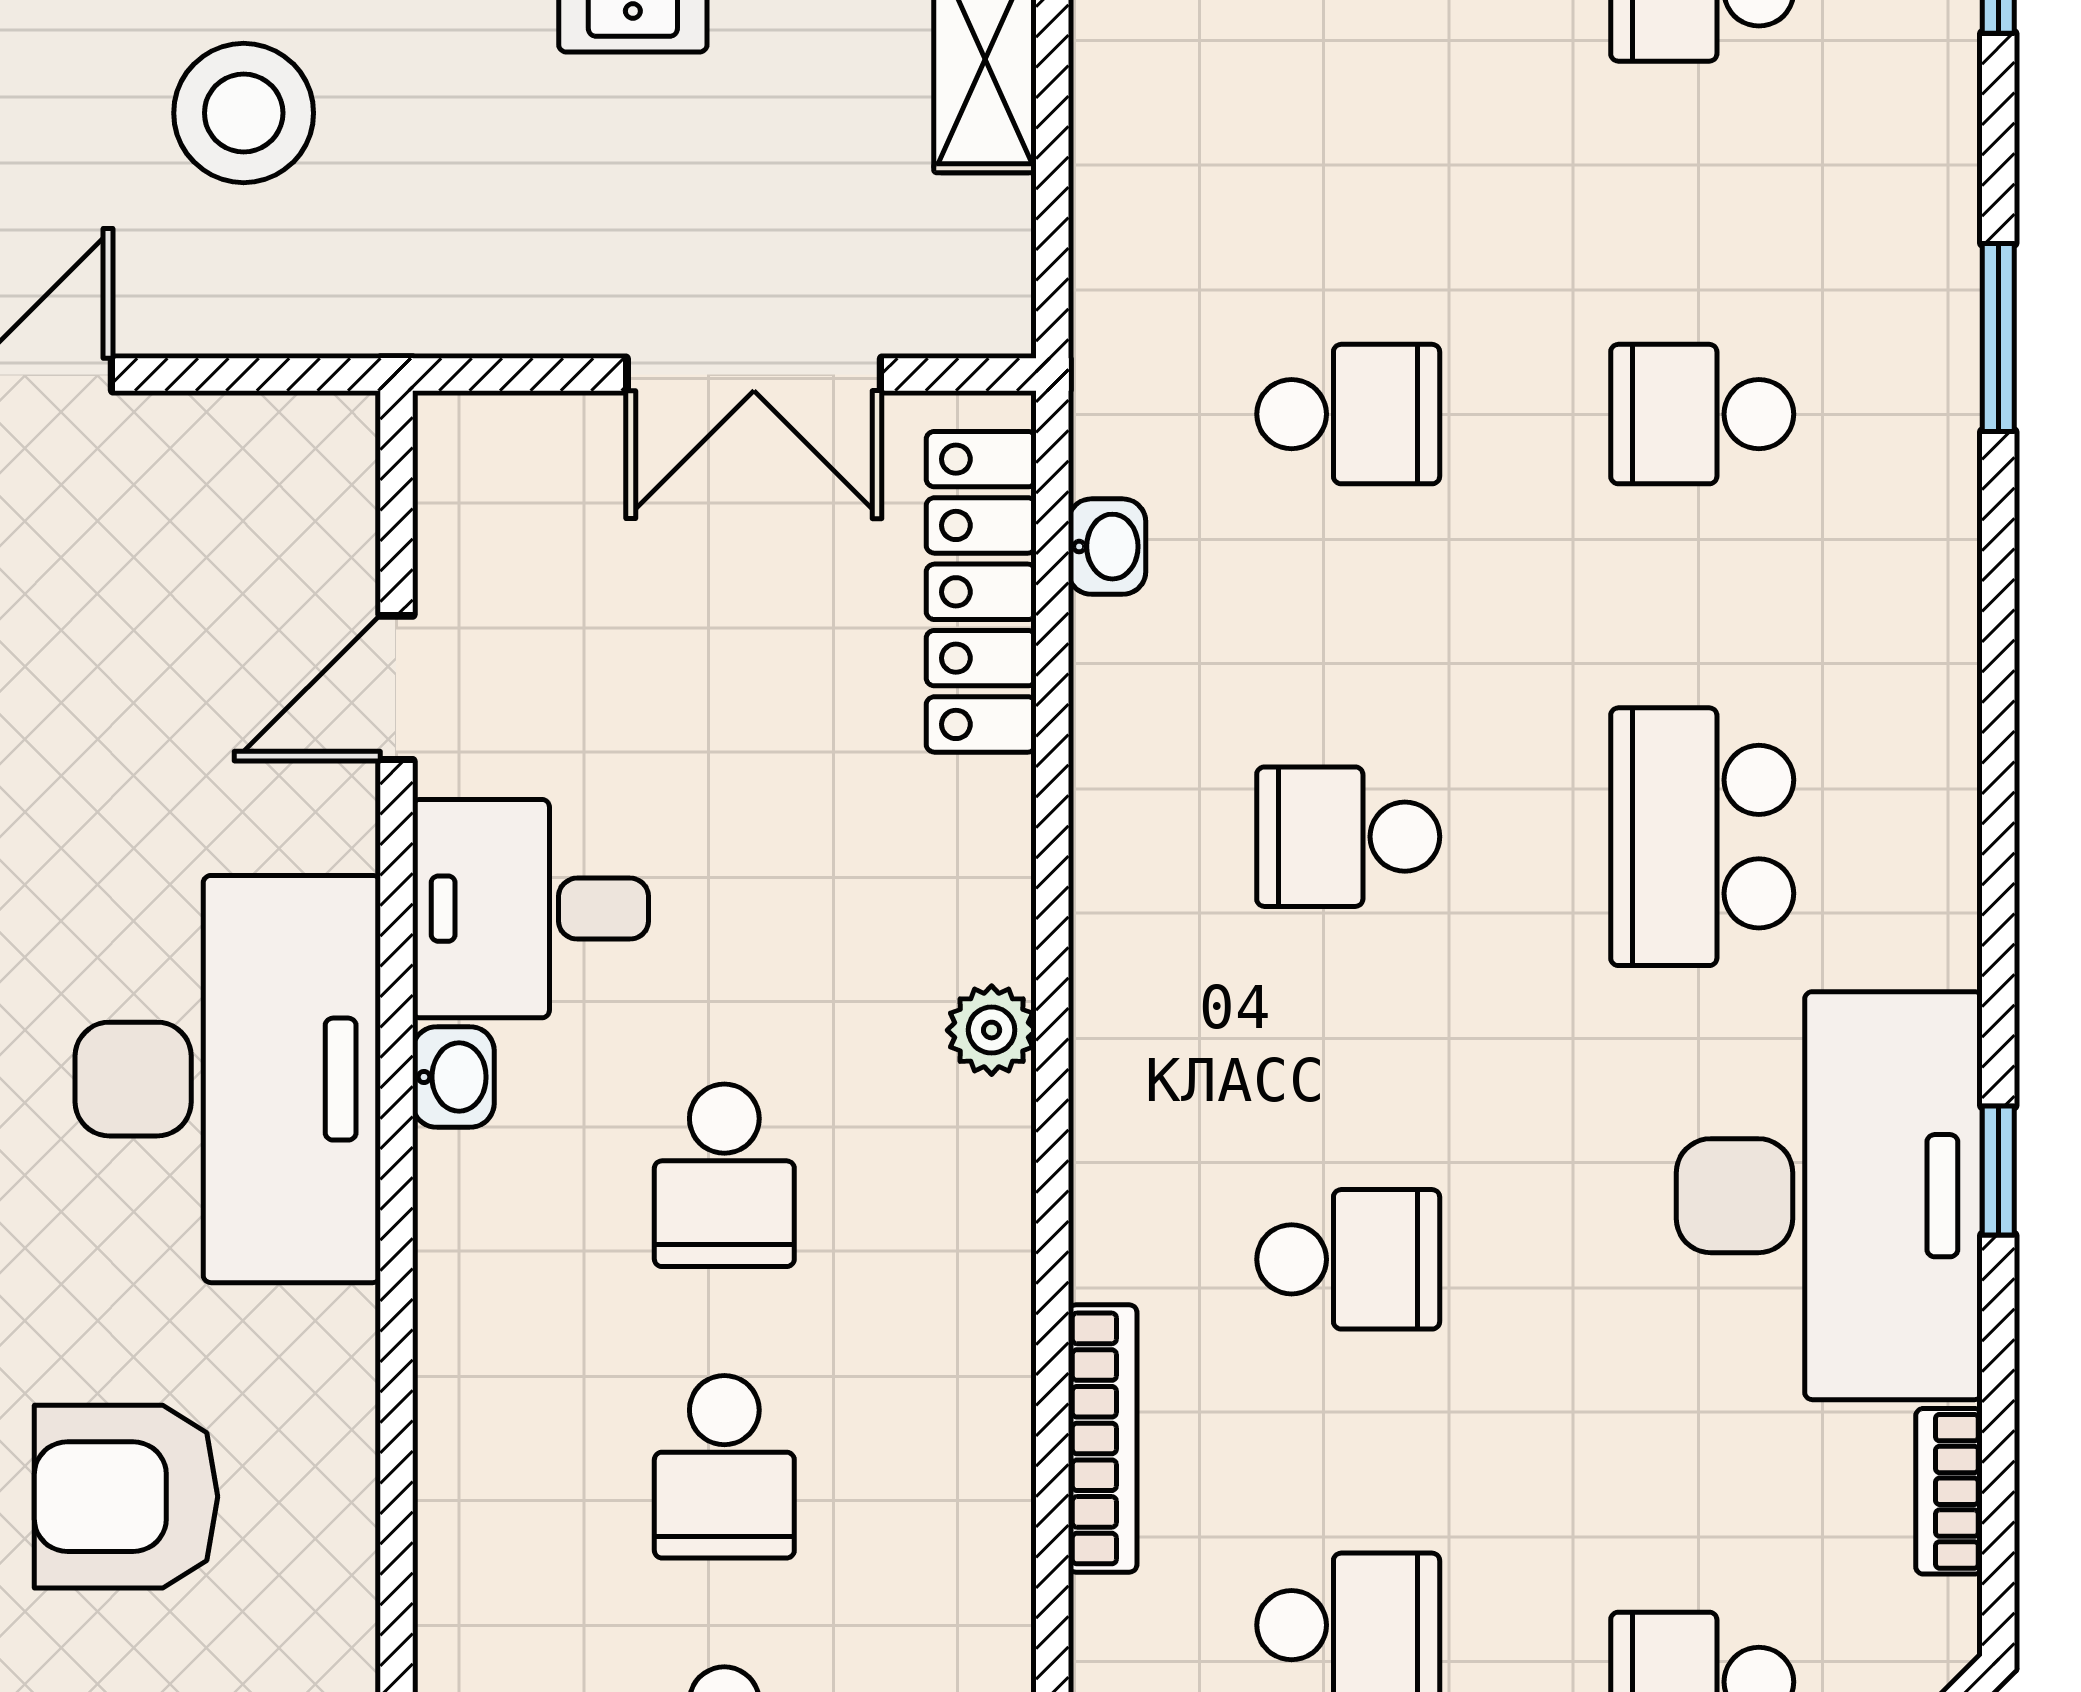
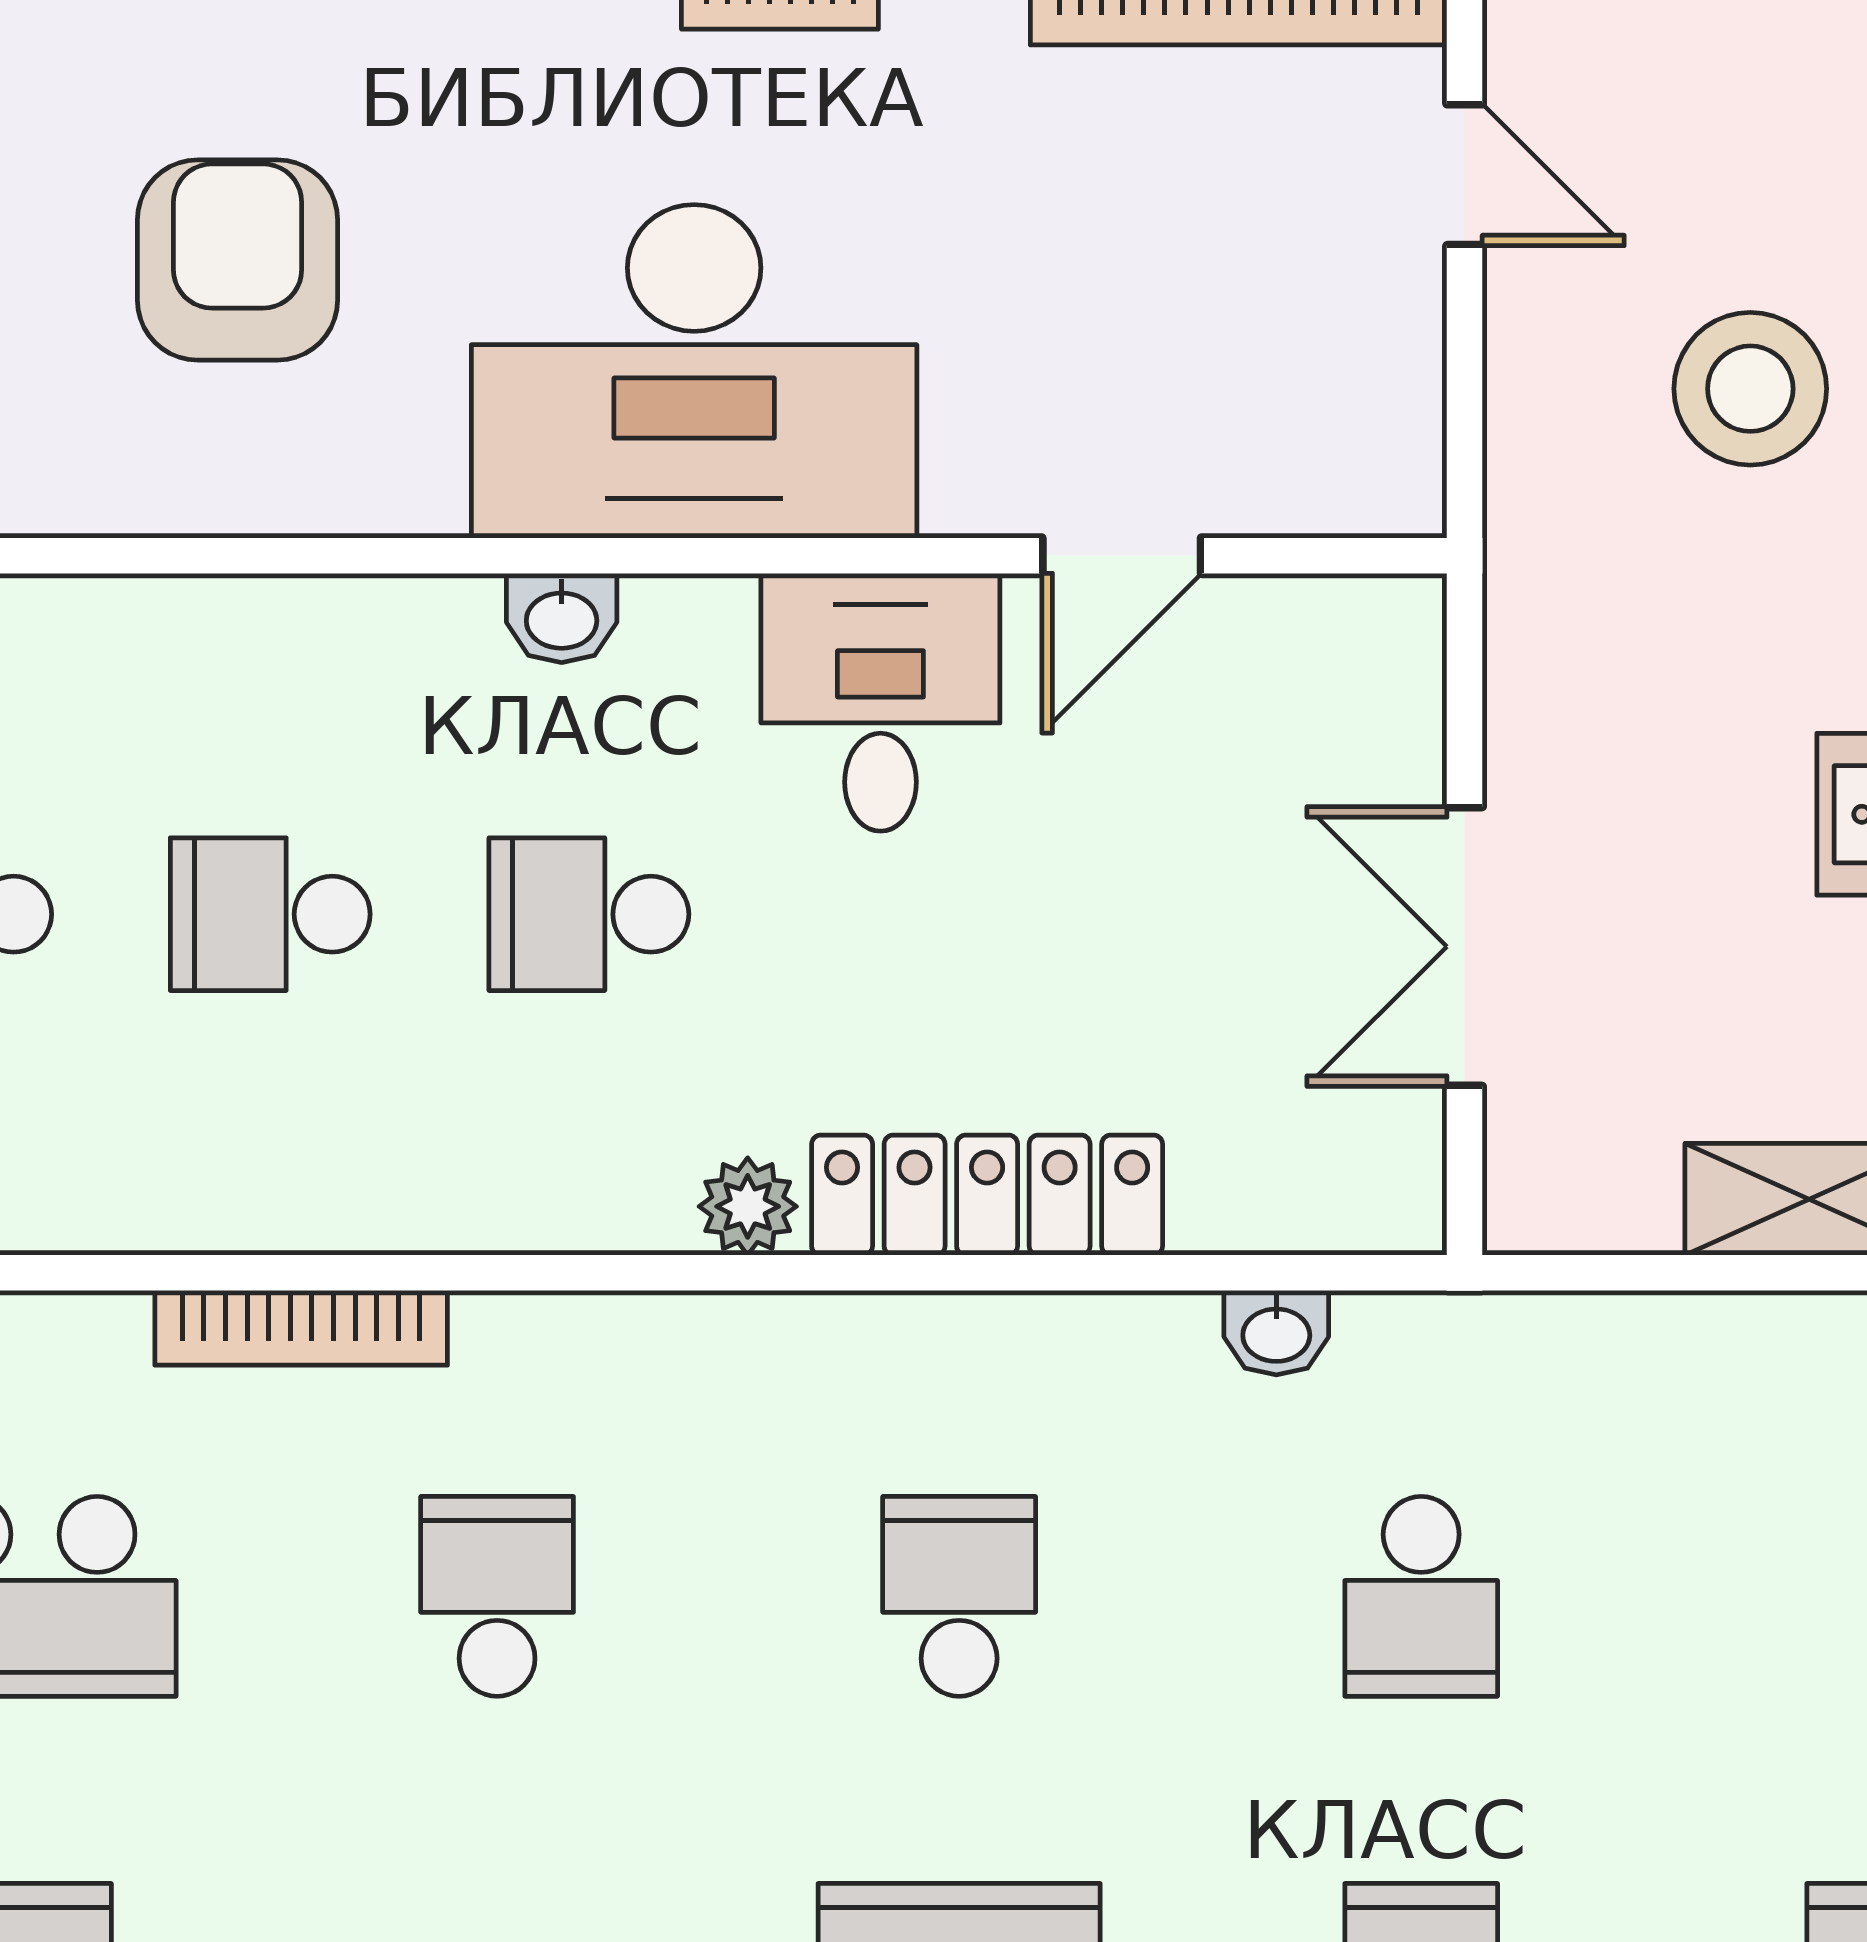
locker: (981, 592) -> (987, 1195), moved
door: (396, 688) -> (1122, 556), swing flipped
washbasin: (453, 1077) -> (562, 618), moved
school desk: (1348, 1259) -> (497, 1596), turned 180

